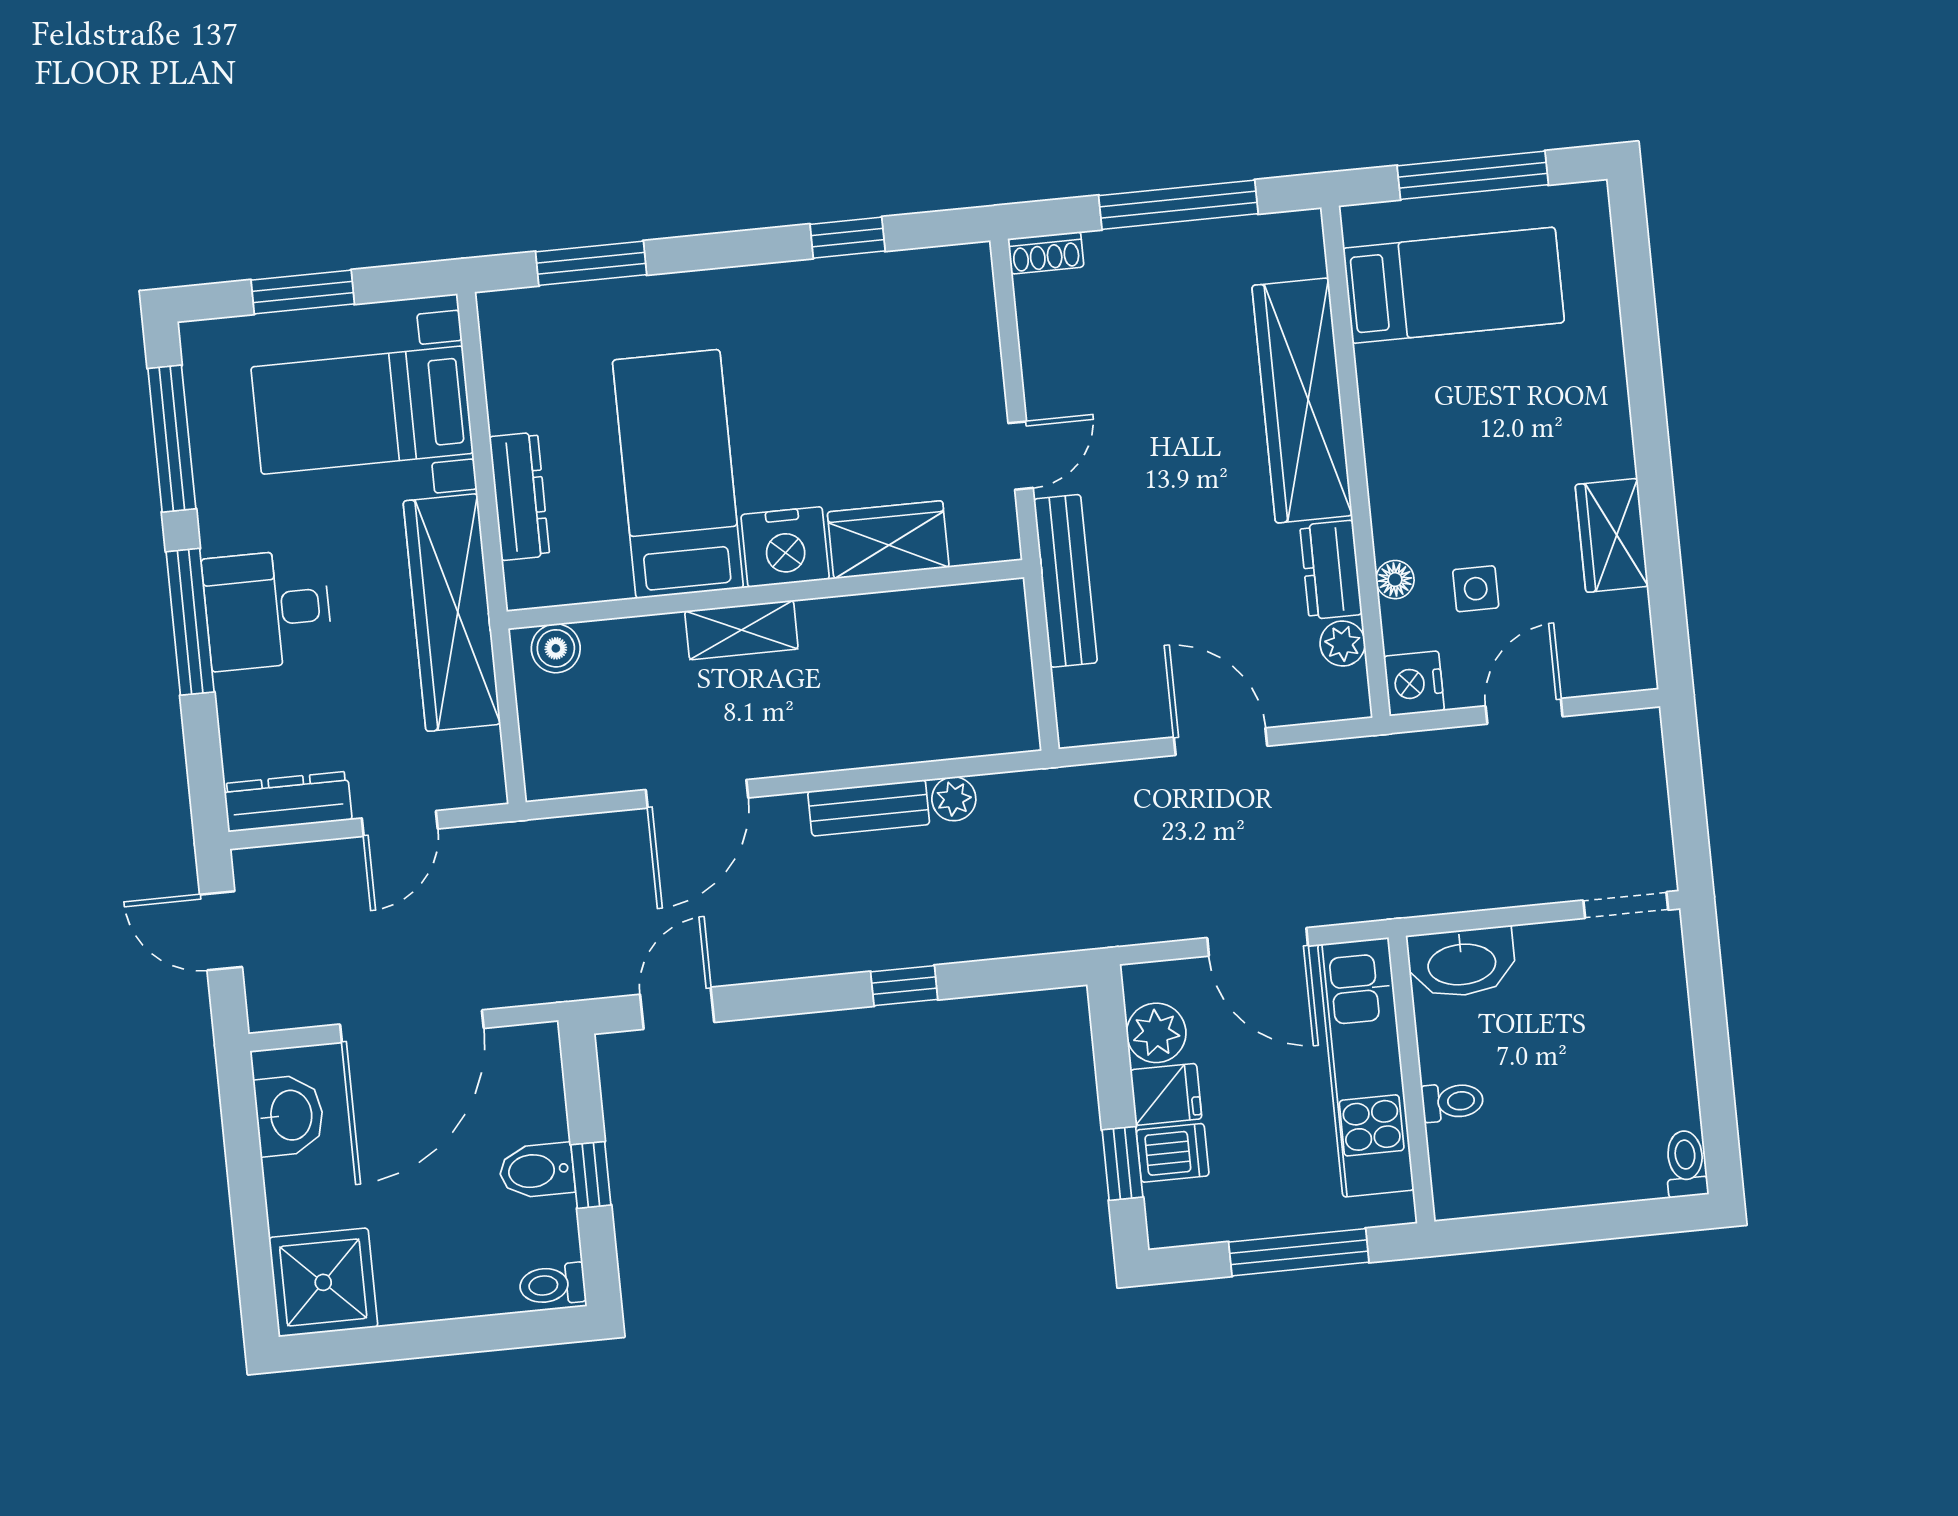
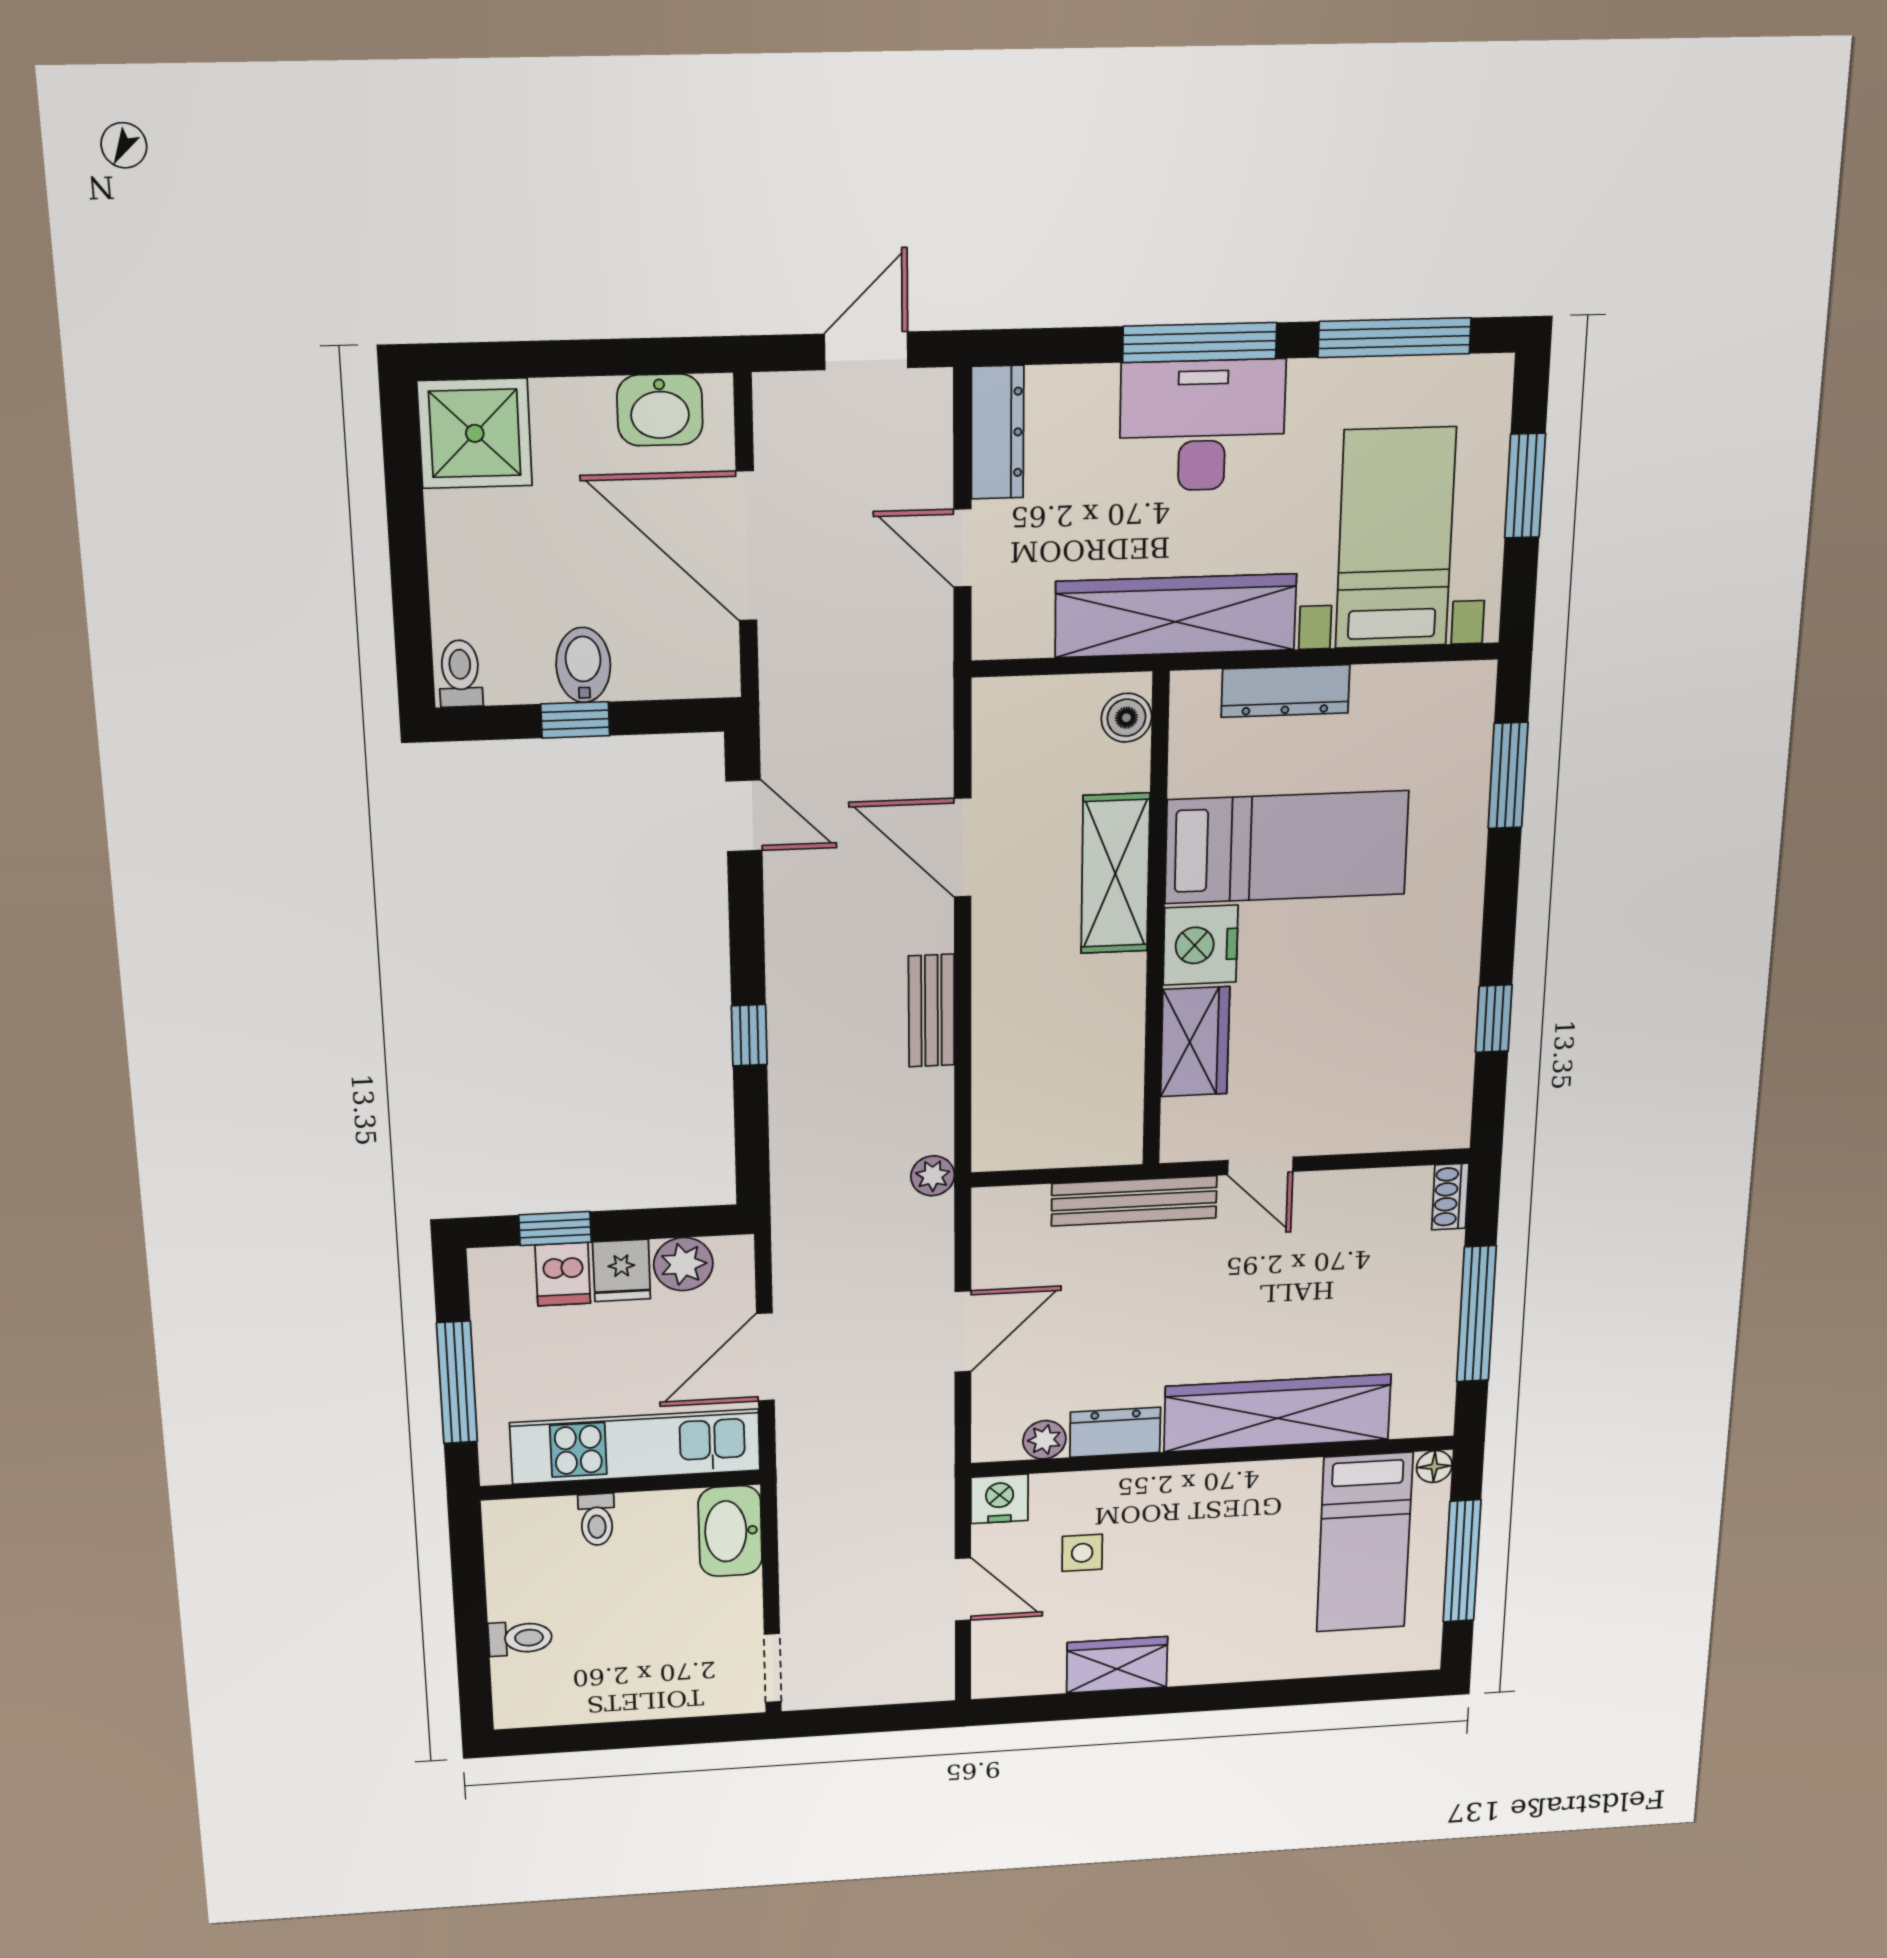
floor lamp: (1395, 580) -> (1434, 1467), moved
desk: (267, 610) -> (1202, 425), width x1.37
shelving: (741, 630) -> (1115, 874), width x1.50, depth x1.33
plant: (954, 799) -> (933, 1176), moved
toilet: (1686, 1164) -> (520, 1638), moved

